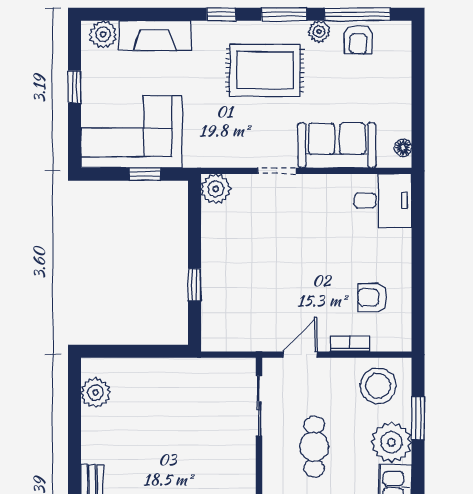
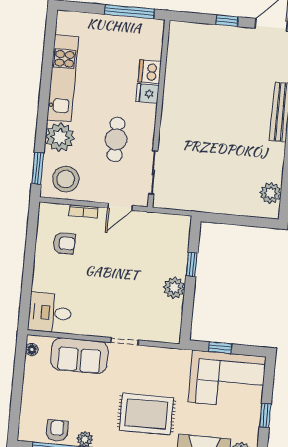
rug: (265, 70) -> (146, 414), moved
plant: (216, 189) -> (174, 288), moved
window: (418, 418) -> (38, 168), moved

